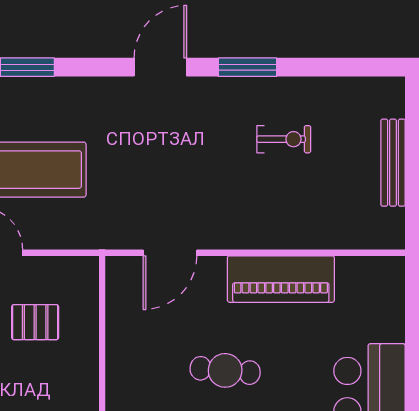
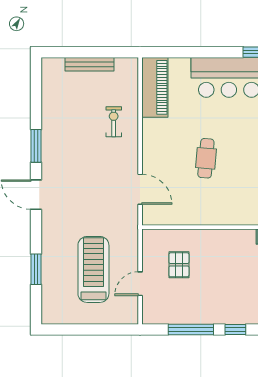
exercise bike: (284, 139) -> (114, 122), moved
piano: (281, 279) -> (155, 87), moved

